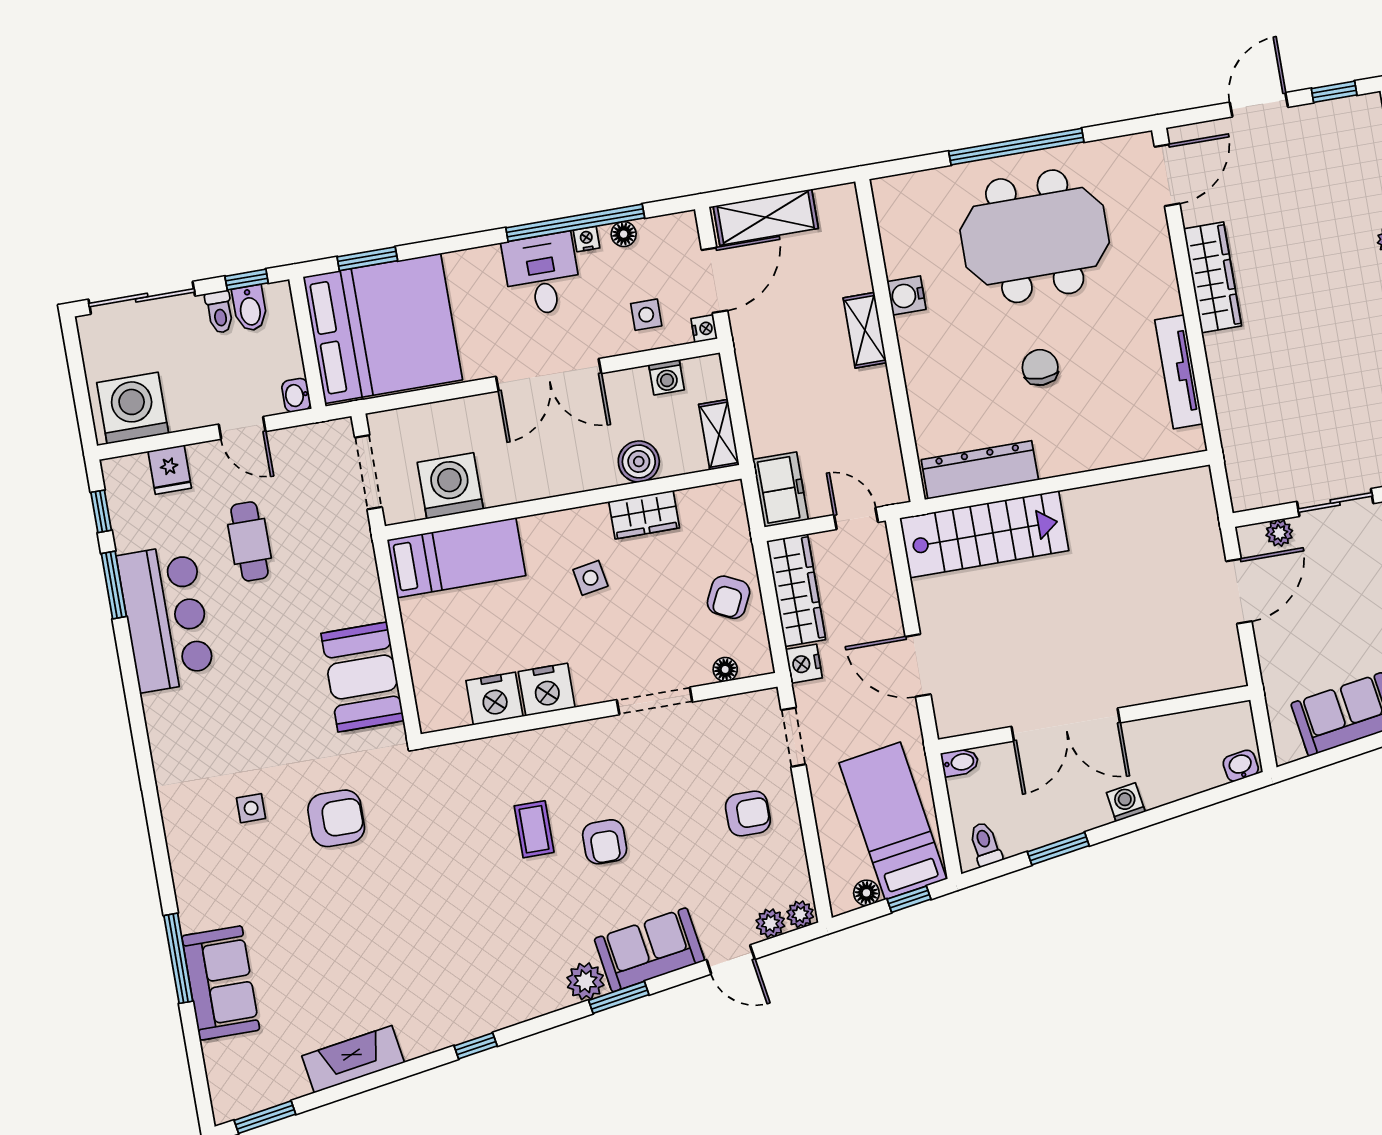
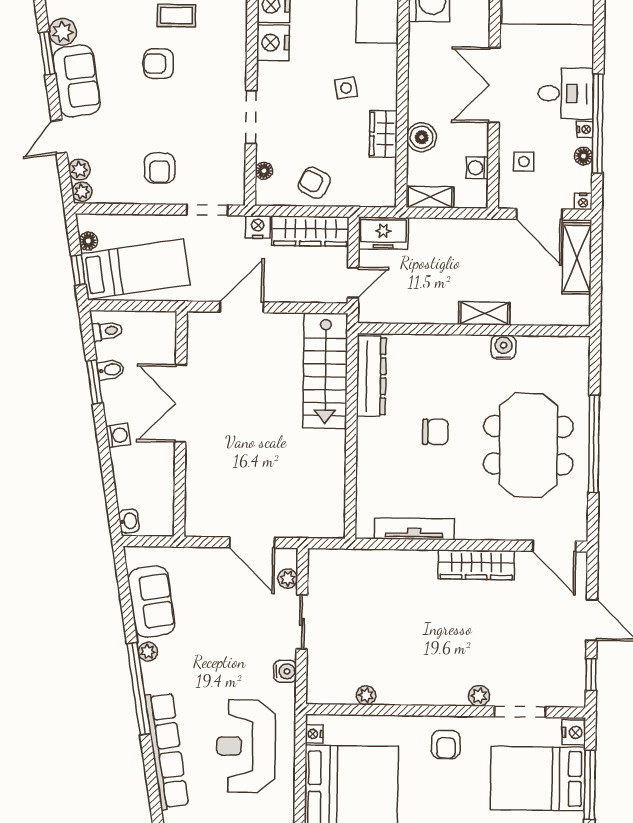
nightstand: (704, 329) -> (583, 201), moved
bidet: (960, 762) -> (111, 370), moved, turned -99

